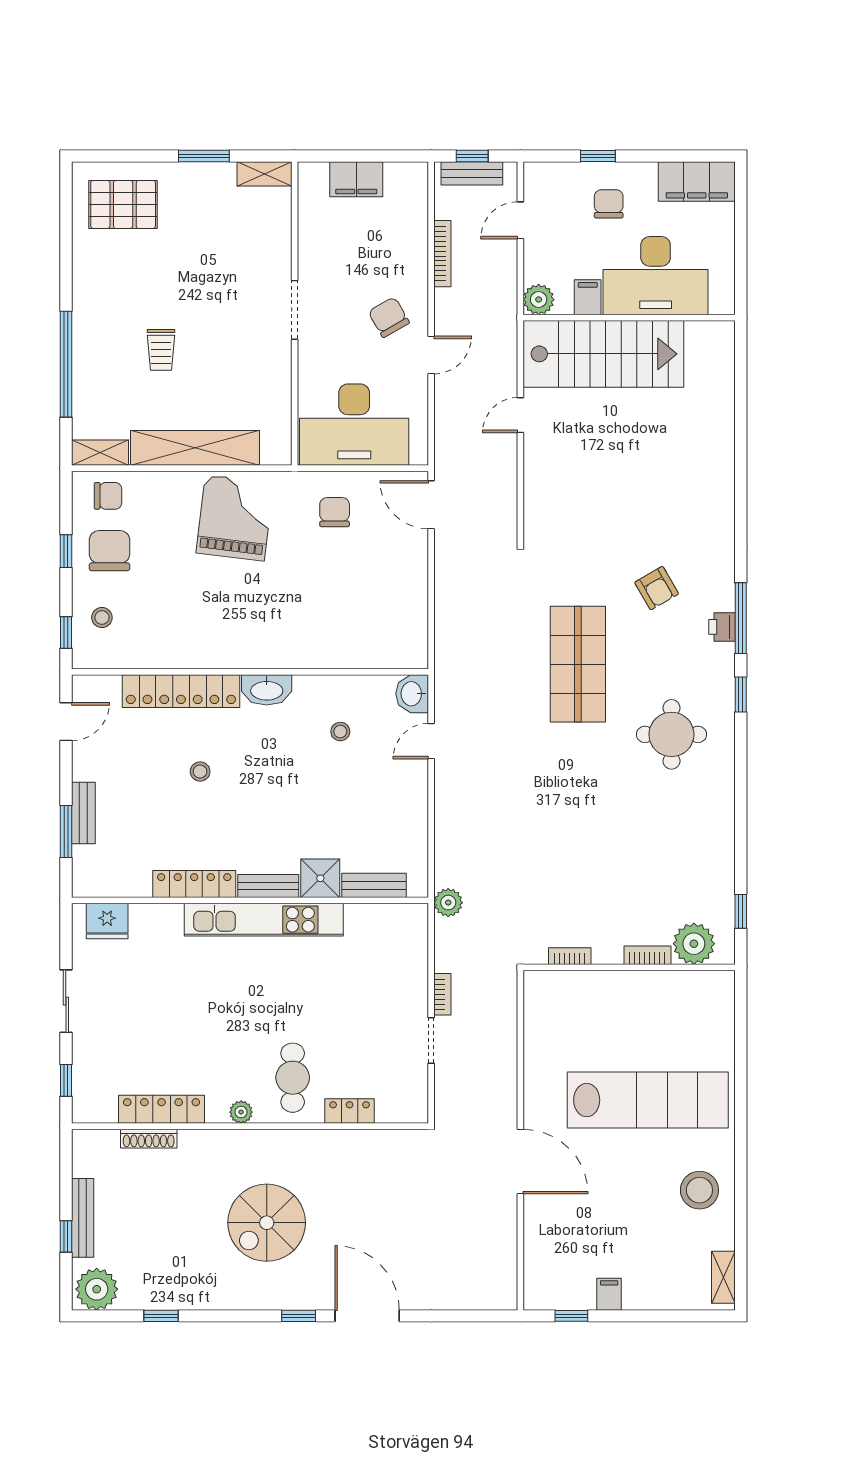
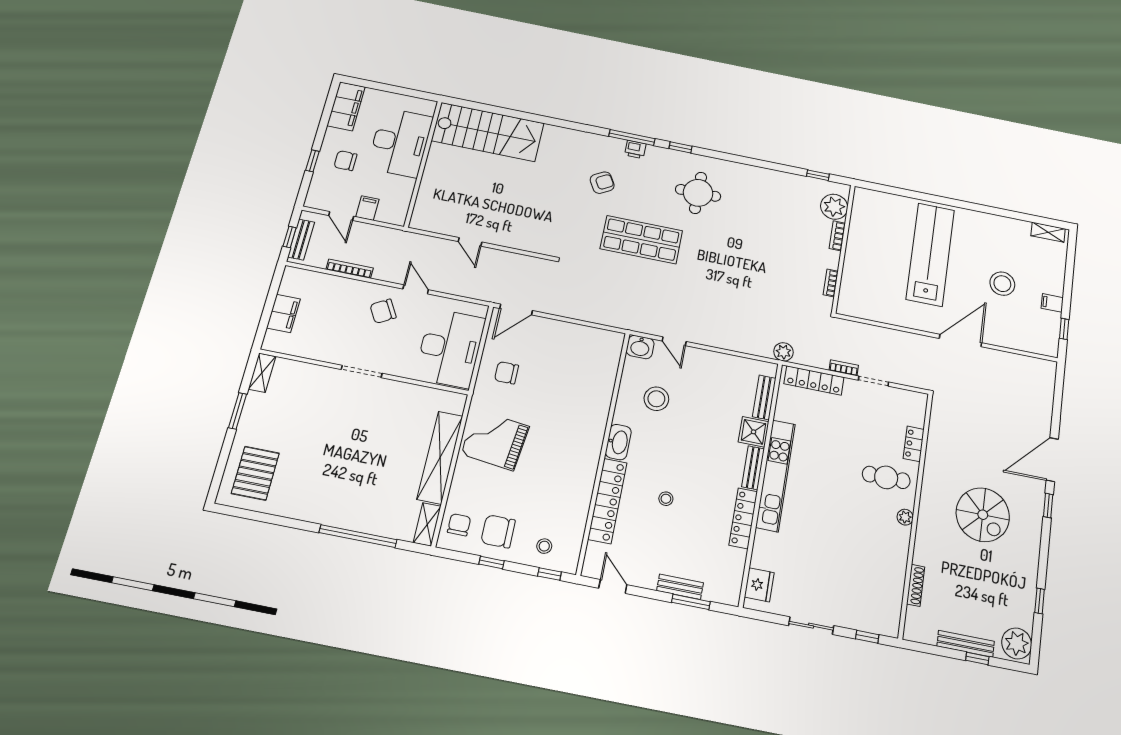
filing cabinet: (588, 297) -> (367, 208), moved, turned 90
plant: (539, 300) -> (397, 215), removed
trolley: (161, 350) -> (365, 467), removed
stairs: (603, 354) -> (488, 132), moved, turned 90
stool: (340, 732) -> (656, 399), width x1.89, depth x1.89
locker: (162, 1109) -> (814, 380), moved, turned -90
stool: (699, 1190) -> (1002, 284), moved

